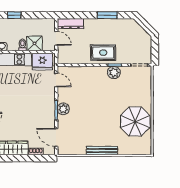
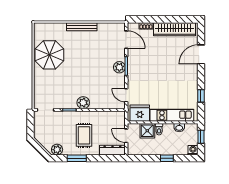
plant: (127, 24) -> (57, 150), added
rug: (103, 53) -> (84, 135), moved, turned 90
plant: (114, 72) -> (83, 103), moved

